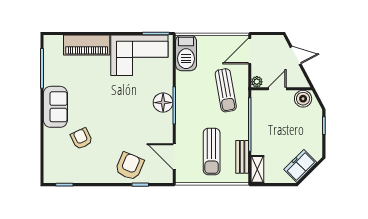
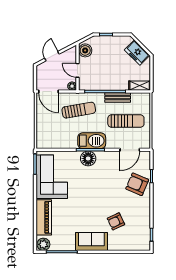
plant: (52, 45) -> (43, 244), added
barbecue: (186, 53) -> (92, 141), moved
bench: (242, 157) -> (118, 98), moved

